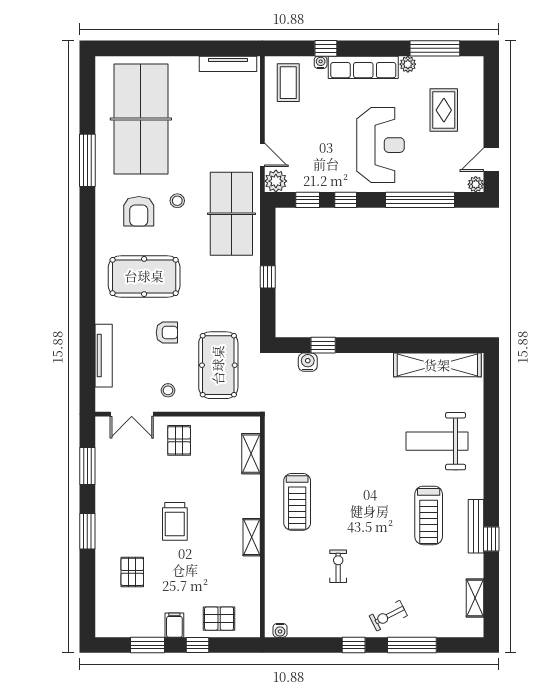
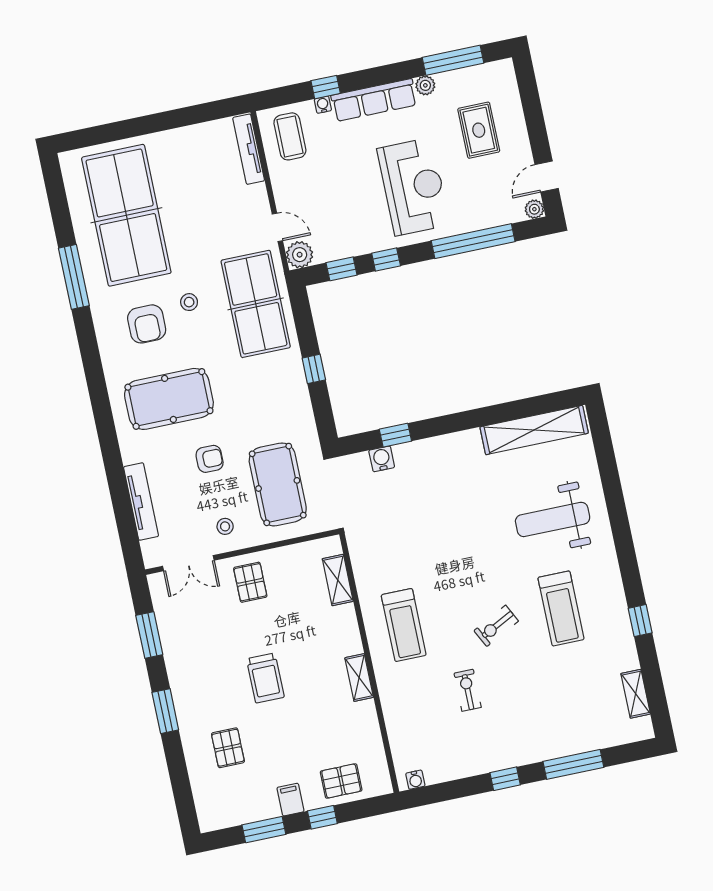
tv unit: (228, 64) -> (249, 149), moved, turned 90
bench: (476, 526) -> (619, 610), removed
exercise bike: (388, 616) -> (496, 626), moved

